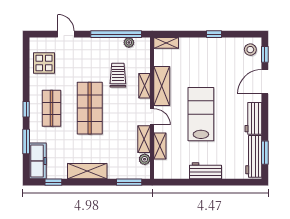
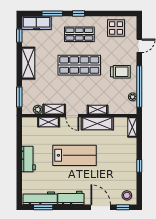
trolley: (118, 75) -> (120, 72), moved
door: (152, 117) -> (72, 116), hinge flipped

